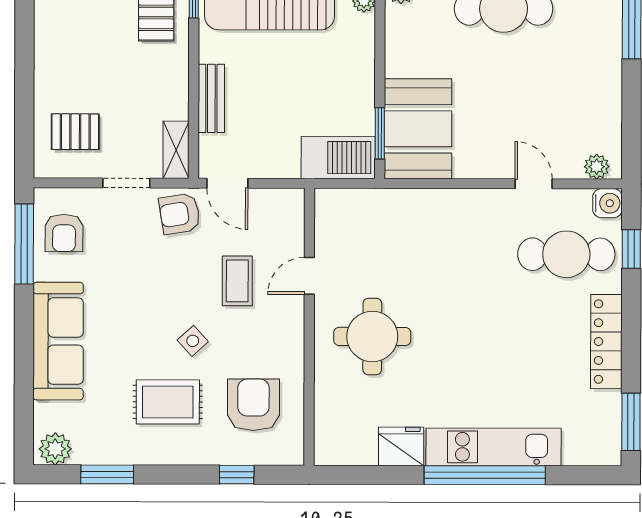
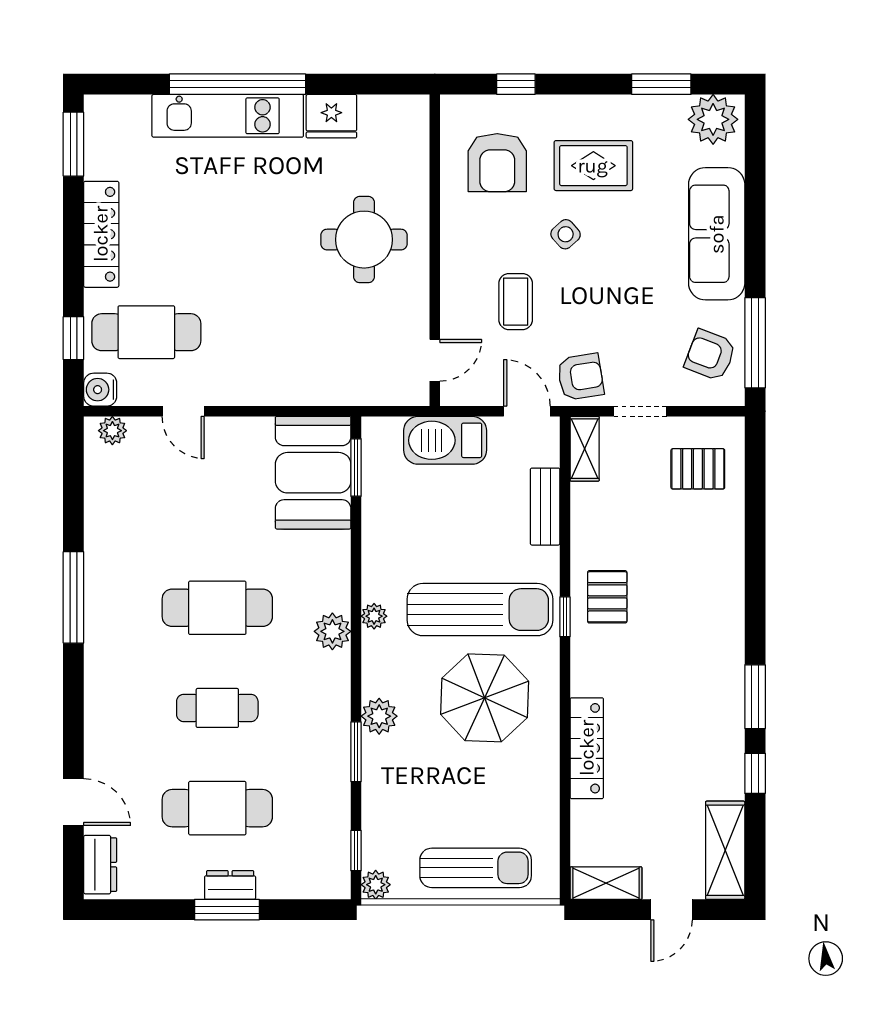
barbecue: (338, 158) -> (445, 440), moved
armchair: (64, 233) -> (710, 355), turned -69
door: (309, 276) -> (435, 360), moved
plant: (55, 449) -> (713, 119), width x1.36, depth x1.36

